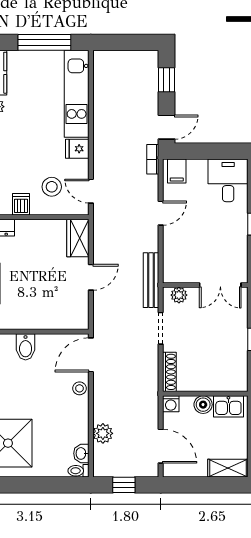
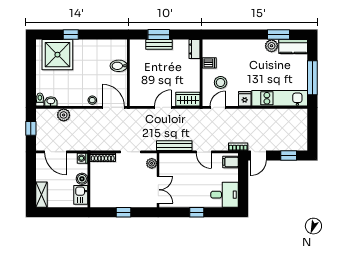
door: (166, 127) -> (258, 155), hinge flipped
door: (91, 277) -> (163, 107), swing flipped
bench: (151, 280) -> (174, 146), moved
double door: (220, 285) -> (158, 190), swing flipped
door: (161, 446) -> (56, 152), hinge flipped

